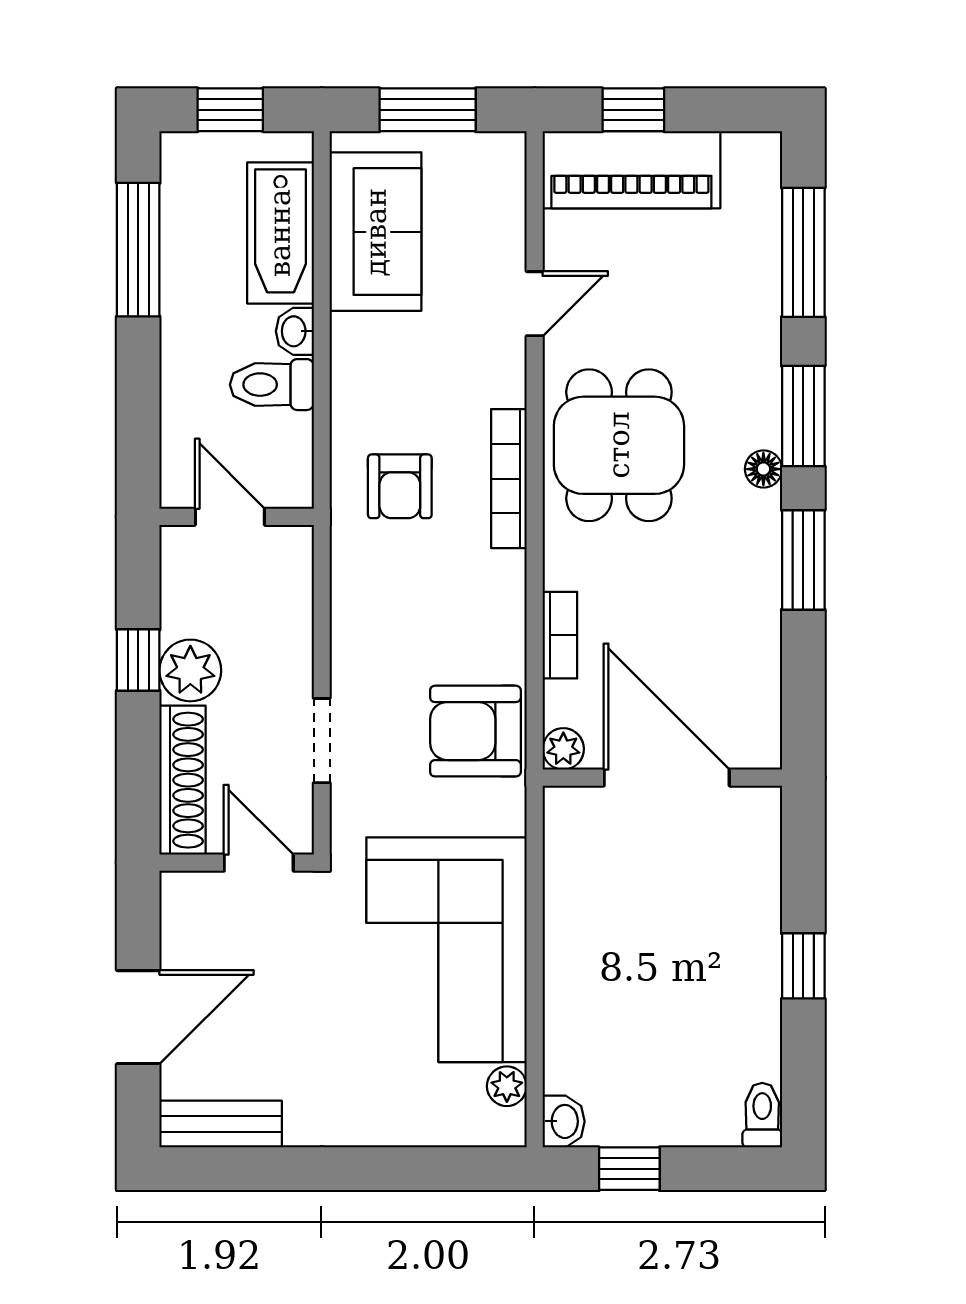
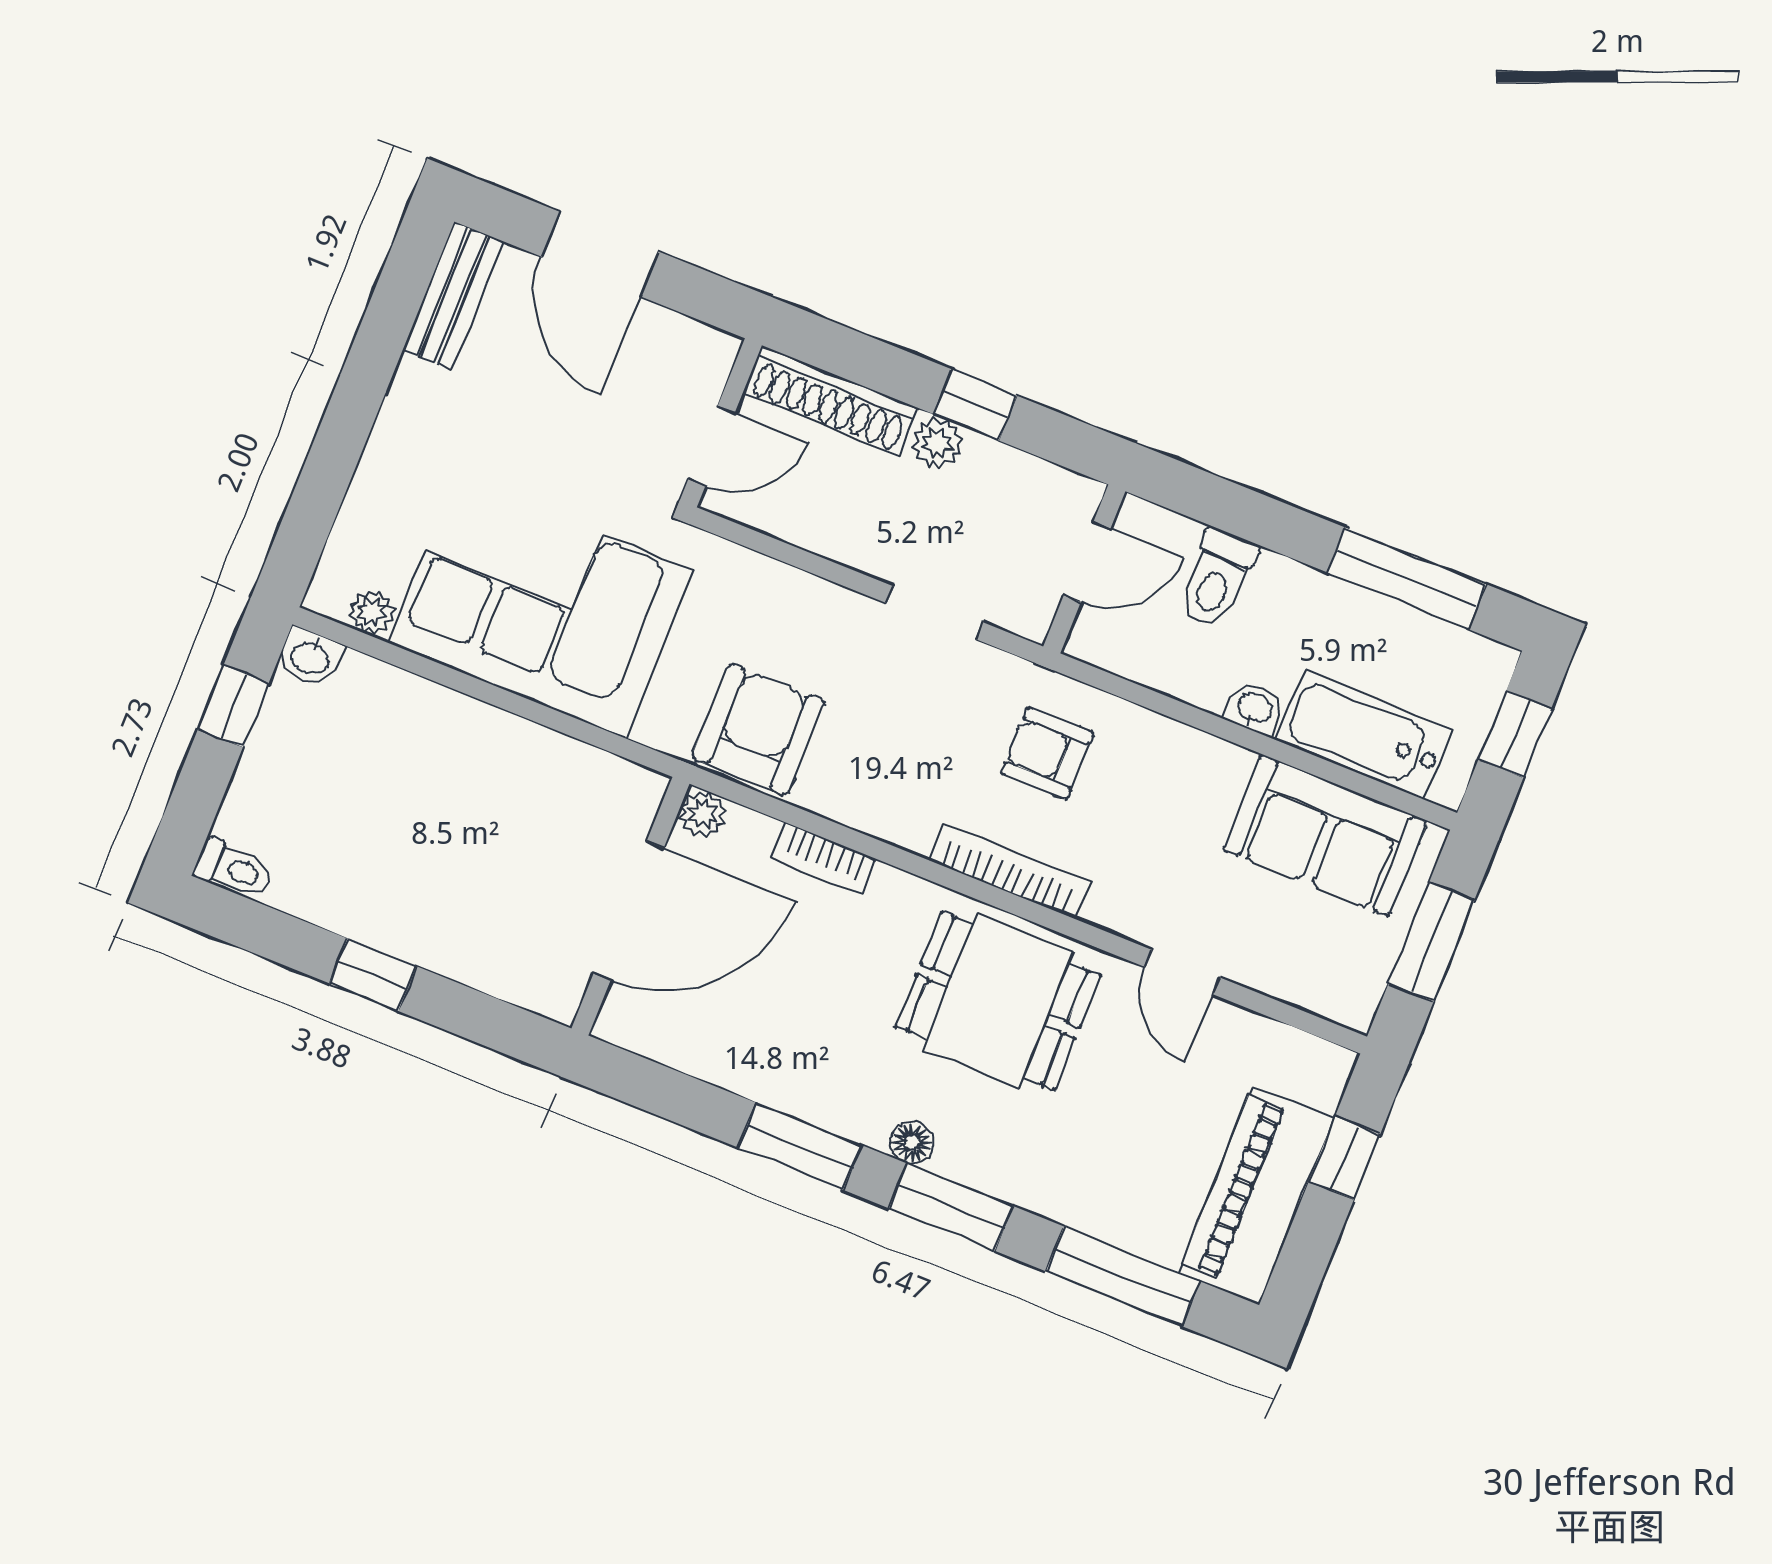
piano: (631, 170) -> (1256, 1195), moved
toilet: (272, 385) -> (1217, 579), moved, turned 180
plant: (190, 670) -> (937, 443), width x0.73, depth x0.73
doorway: (322, 741) -> (935, 613), moved

